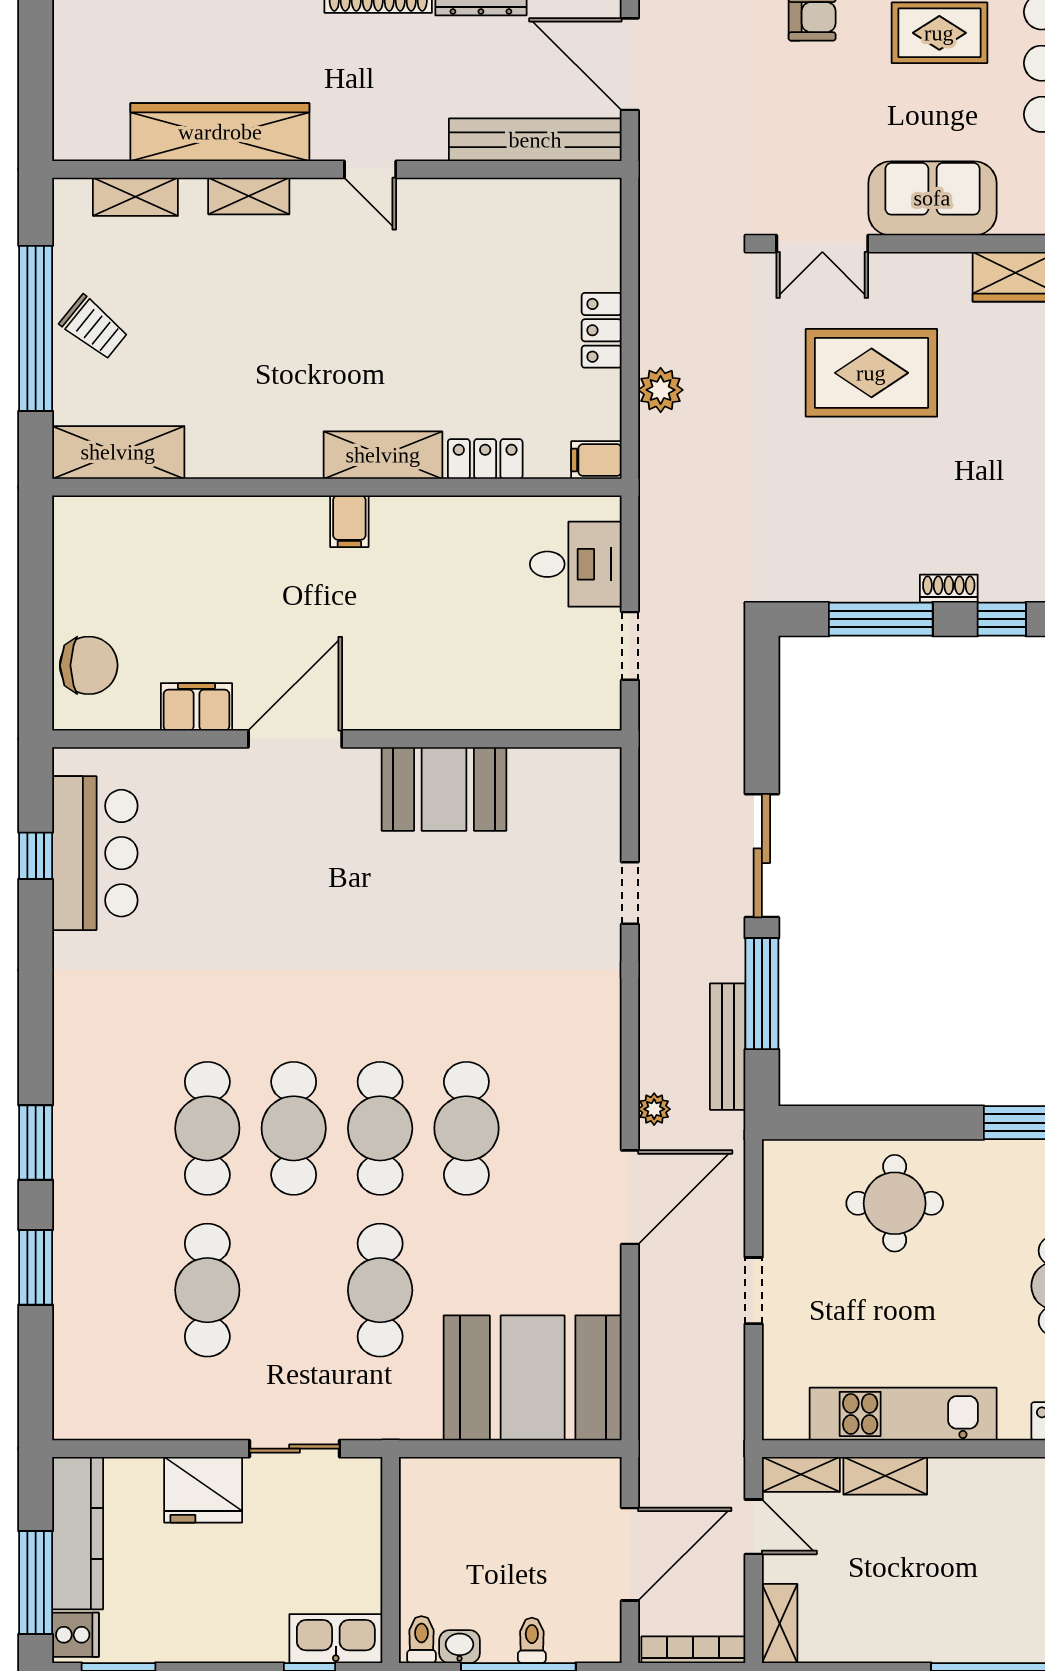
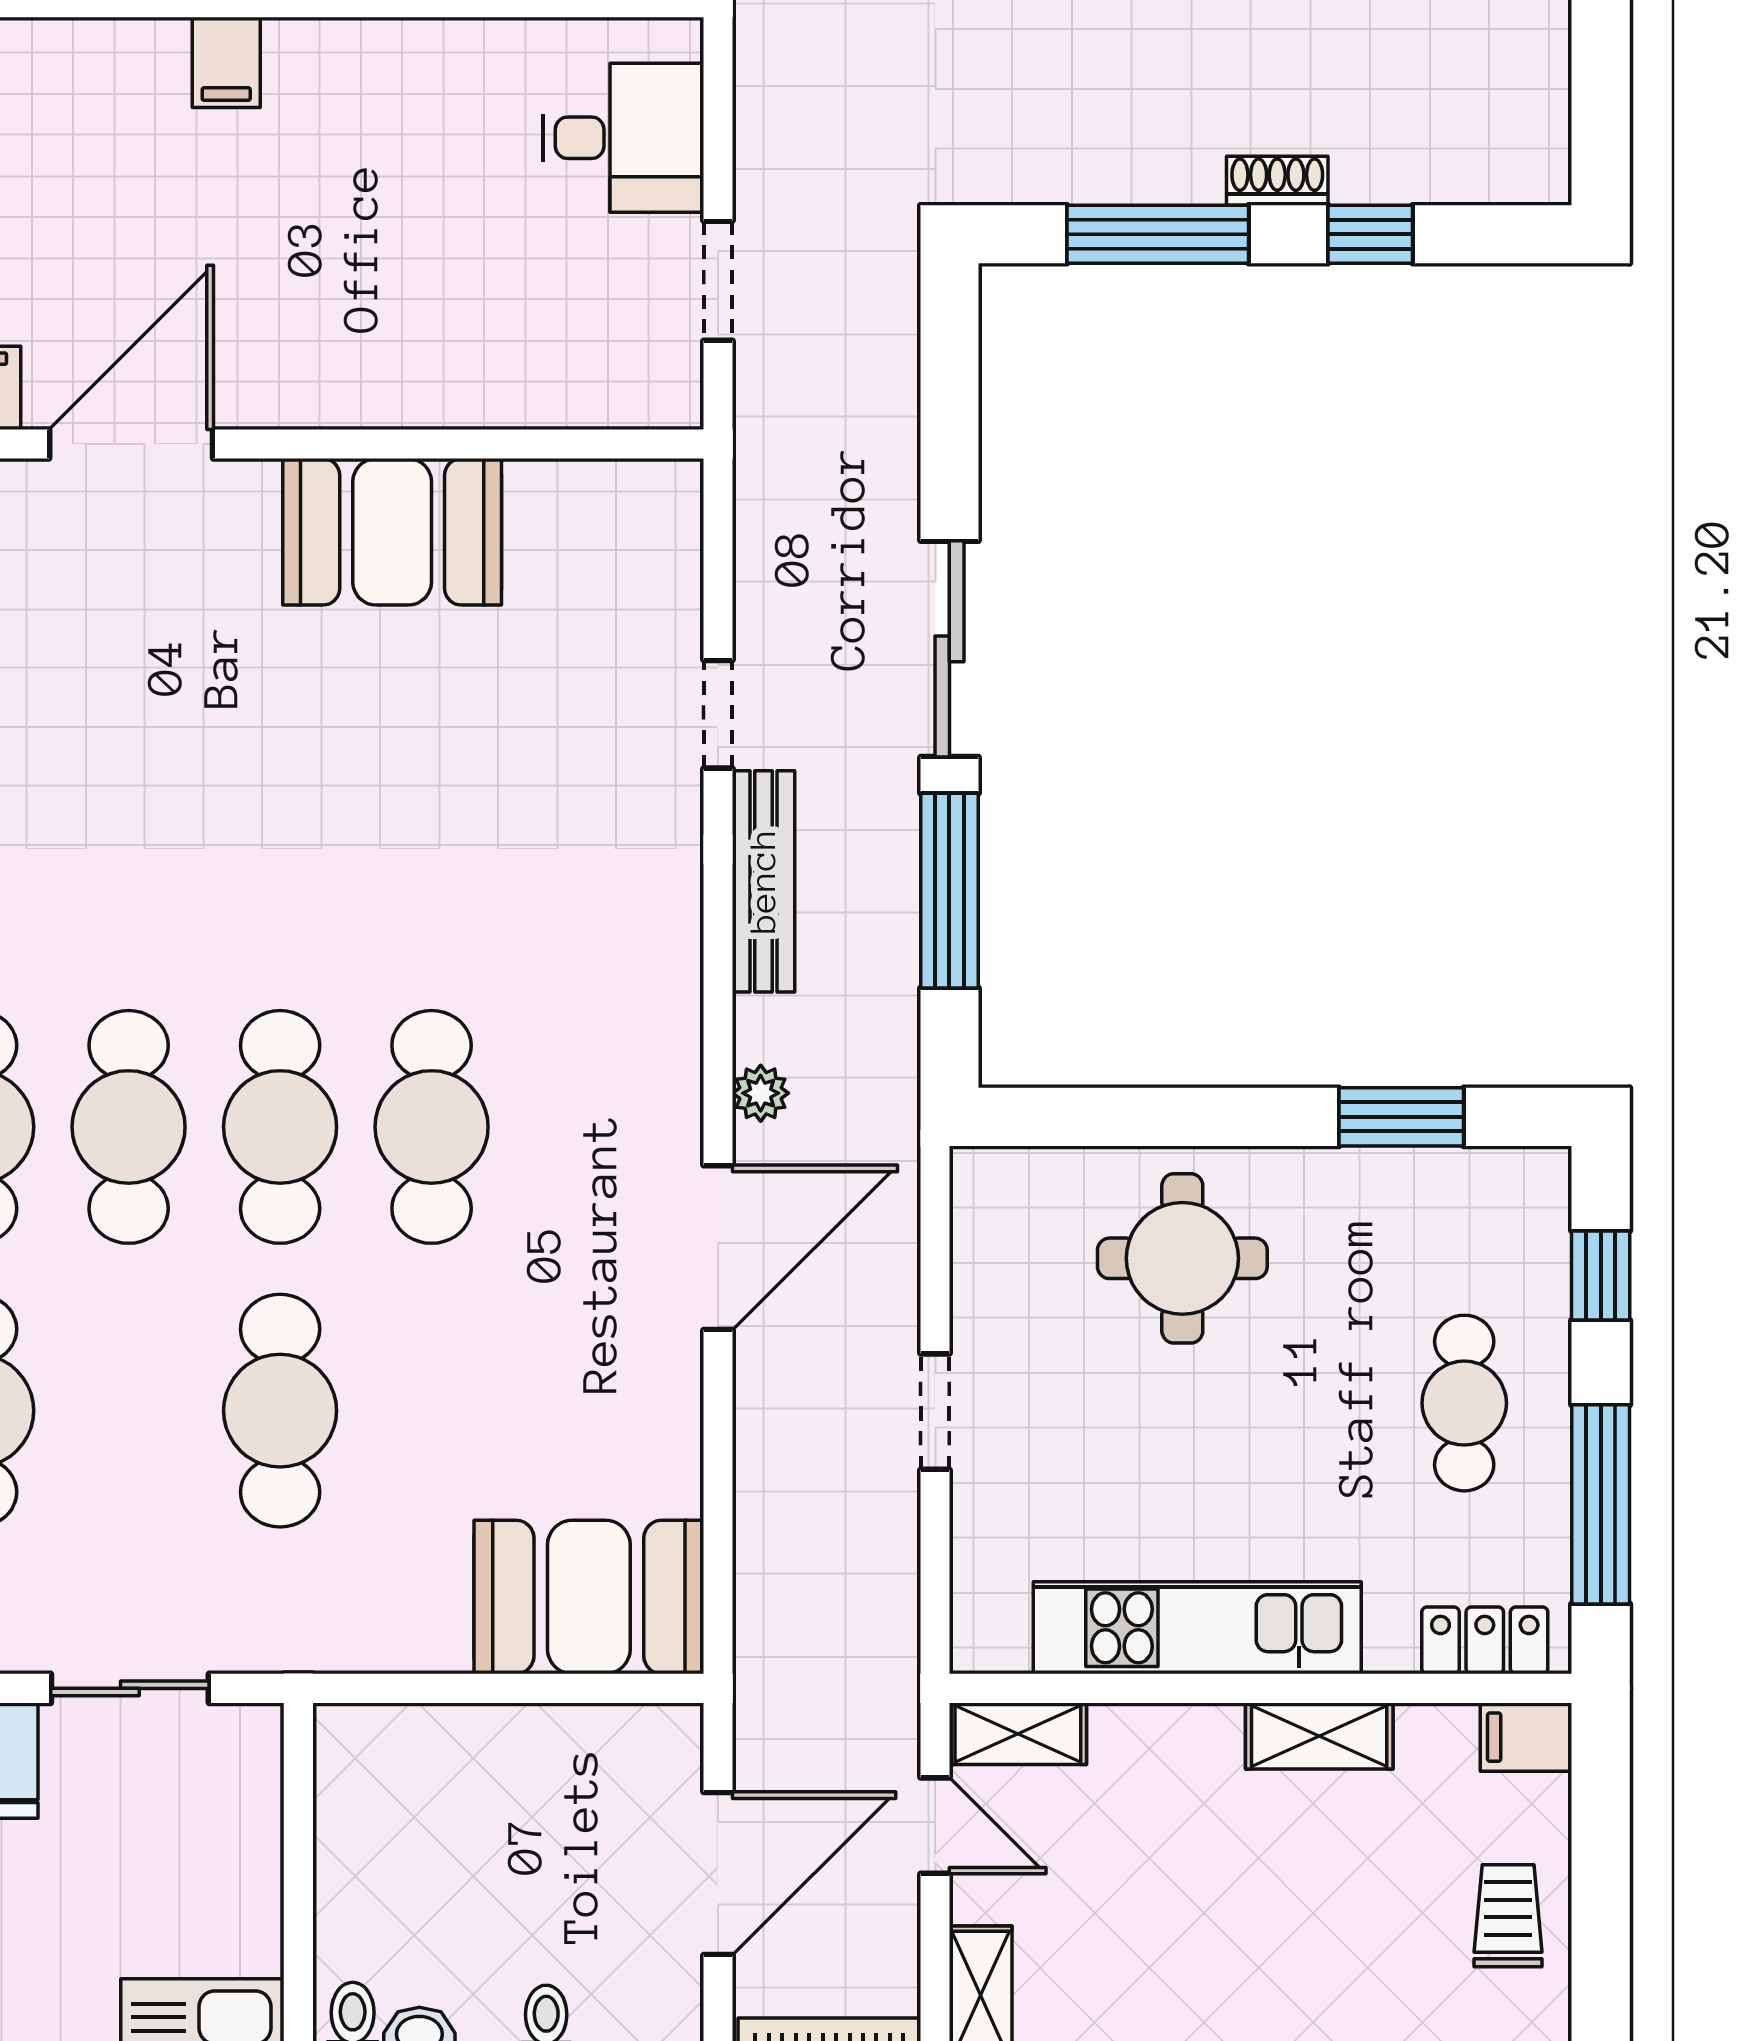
bench: (728, 1047) -> (763, 881), moved
booth: (533, 1378) -> (589, 1597), width x0.73, depth x0.70
shelving: (885, 1476) -> (1319, 1736), moved

